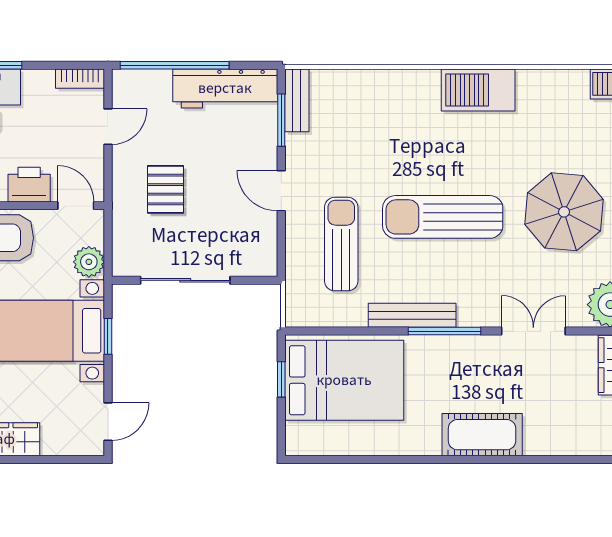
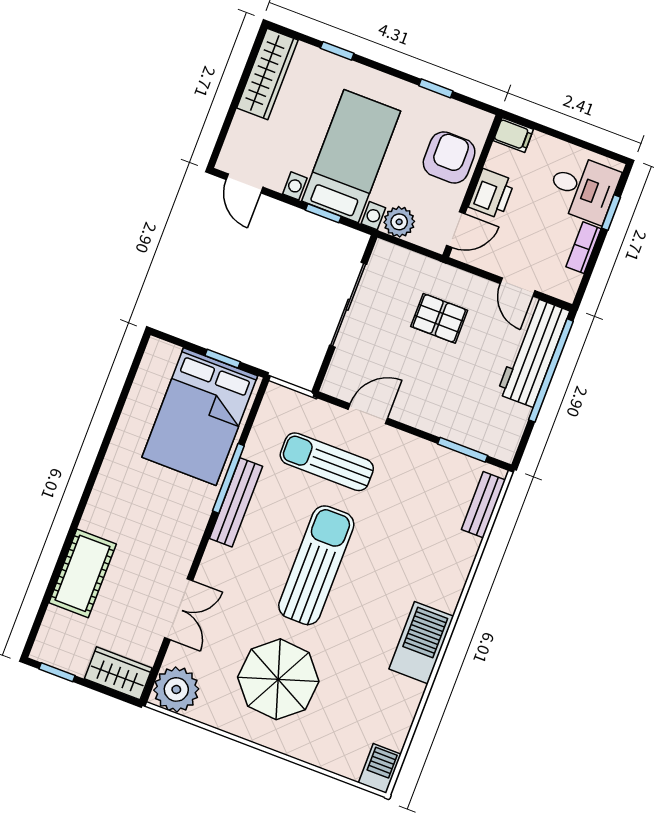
bookcase: (80, 79) -> (584, 248), moved
workbench: (225, 88) -> (533, 352), moved
bench: (297, 100) -> (483, 505), moved, turned 90
door: (281, 191) -> (368, 414), moved
sun lounger: (341, 244) -> (327, 462), turned 180
window: (445, 331) -> (228, 478), moved
cot: (482, 435) -> (83, 573), moved

